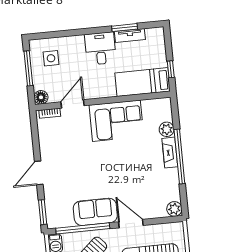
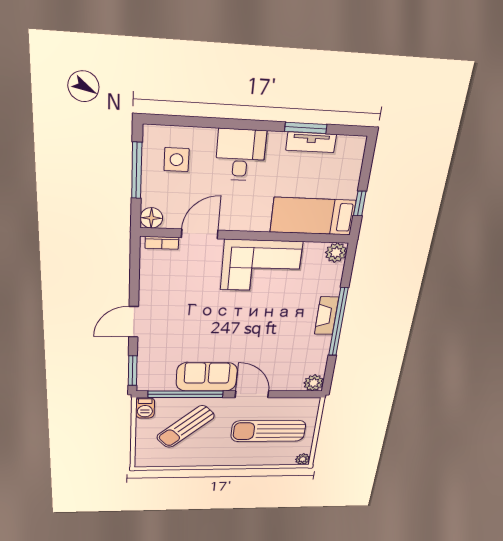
desk: (100, 48) -> (241, 155), moved
plant: (167, 129) -> (336, 253), moved

